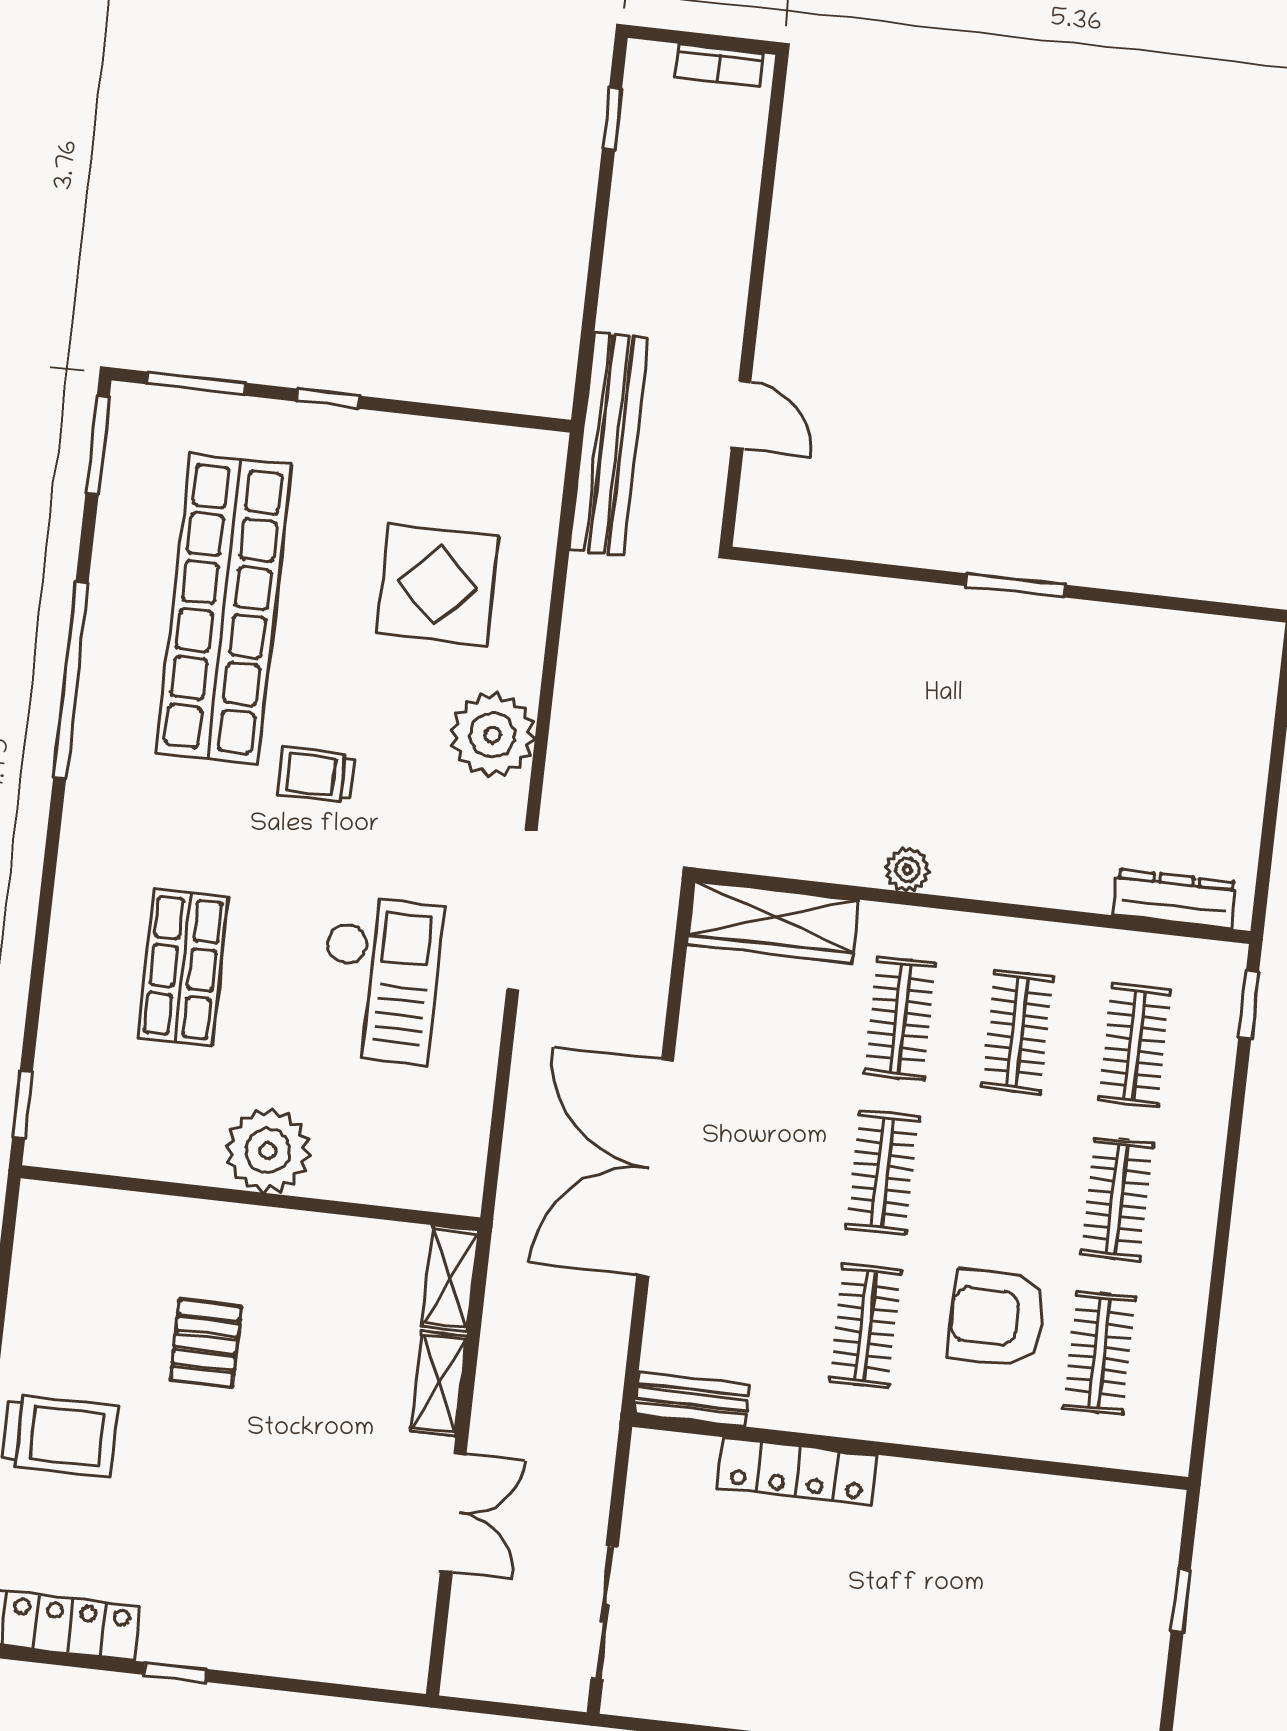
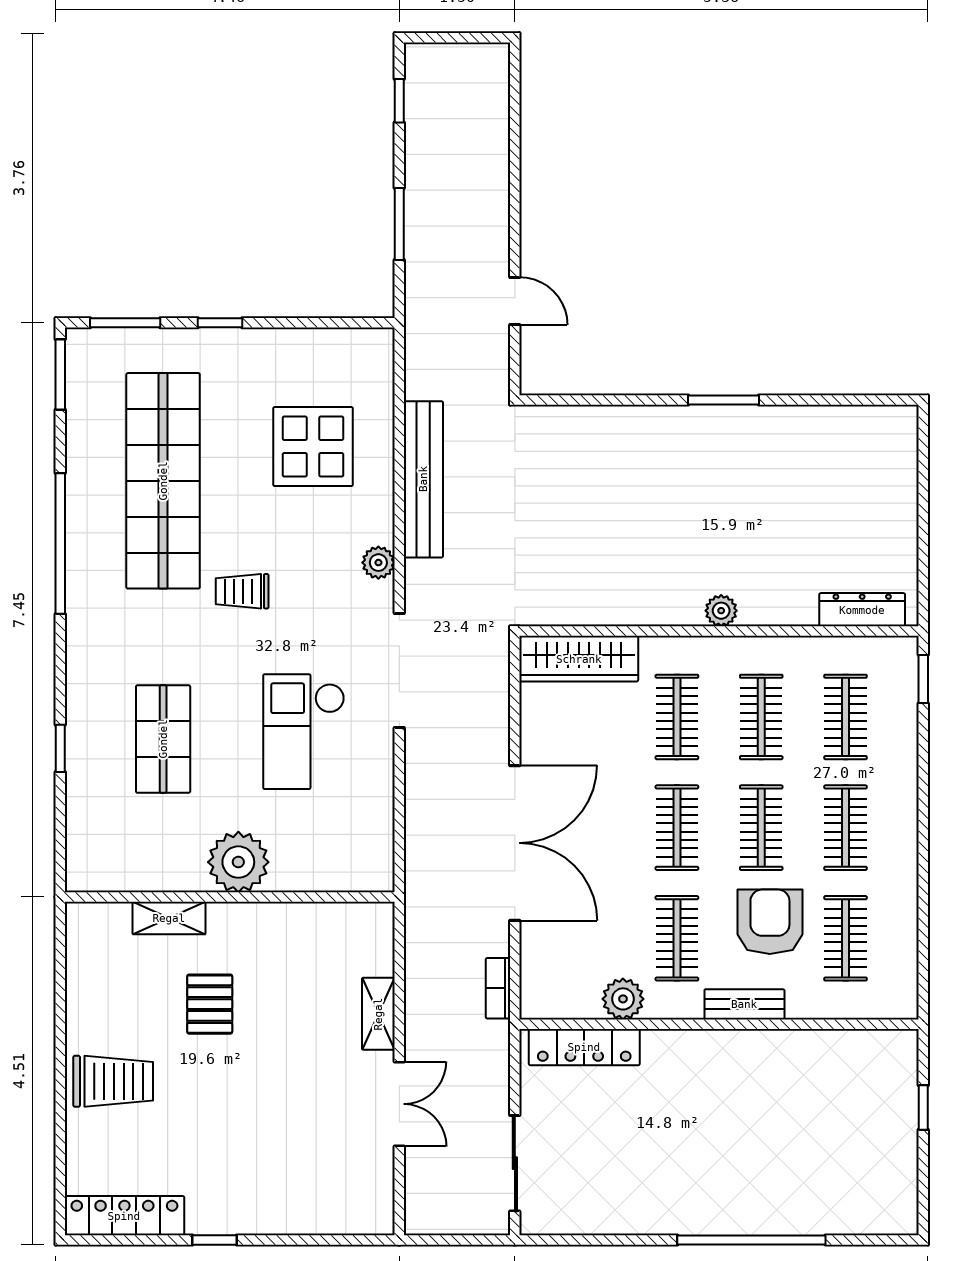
bookcase: (719, 65) -> (498, 988), moved, turned 90
window: (593, 290) -> (399, 224), added
bench: (609, 444) -> (423, 479), moved
plant: (492, 735) -> (378, 563), width x0.53, depth x0.53
plant: (907, 870) -> (721, 611), moved
checkout: (380, 980) -> (304, 732), turned 180
window: (23, 1104) -> (60, 748), moved
double door: (655, 1168) -> (515, 843), swing flipped
clothes rail: (1000, 1186) -> (761, 828), added
shelving: (450, 1278) -> (169, 918), moved, turned 90
armchair: (997, 1318) -> (770, 922), turned 90
bench: (692, 1399) -> (744, 1004), moved
plant: (781, 1402) -> (623, 999), added
locker: (797, 1471) -> (584, 1047), moved

